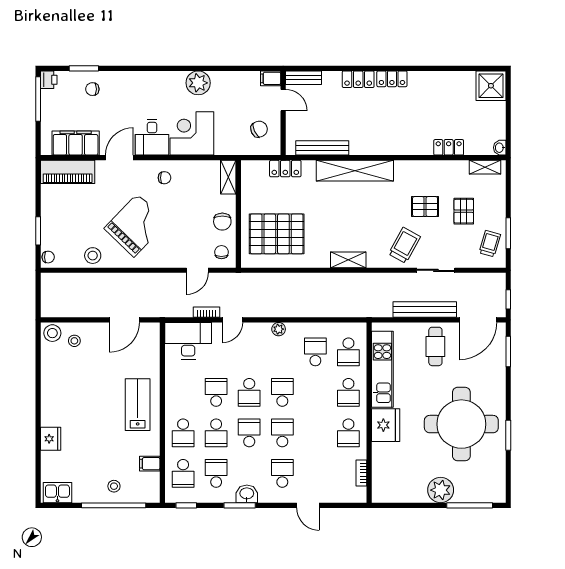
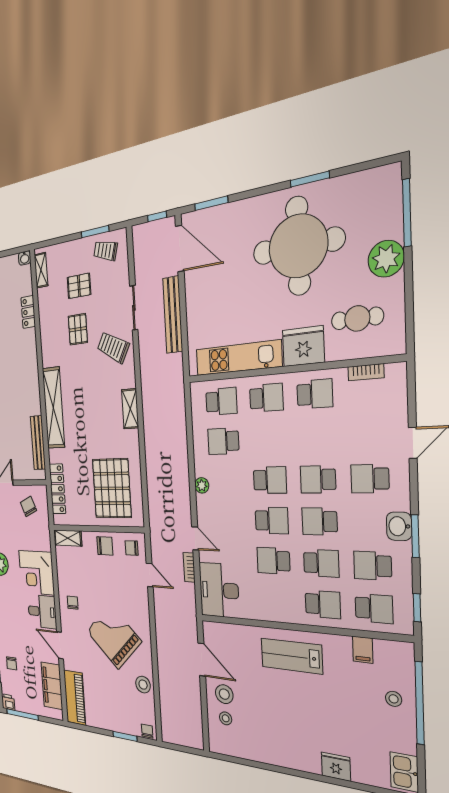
locker: (285, 169) -> (57, 489), width x1.53
stool: (52, 333) -> (224, 694), moved
cafe table: (435, 346) -> (357, 318), moved
school desk: (282, 392) -> (270, 480), turned 180

